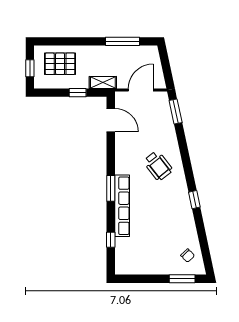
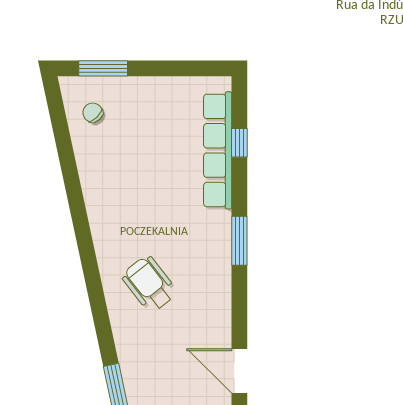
window: (194, 200) -> (80, 219), removed
row of seats: (122, 206) -> (218, 150), moved

